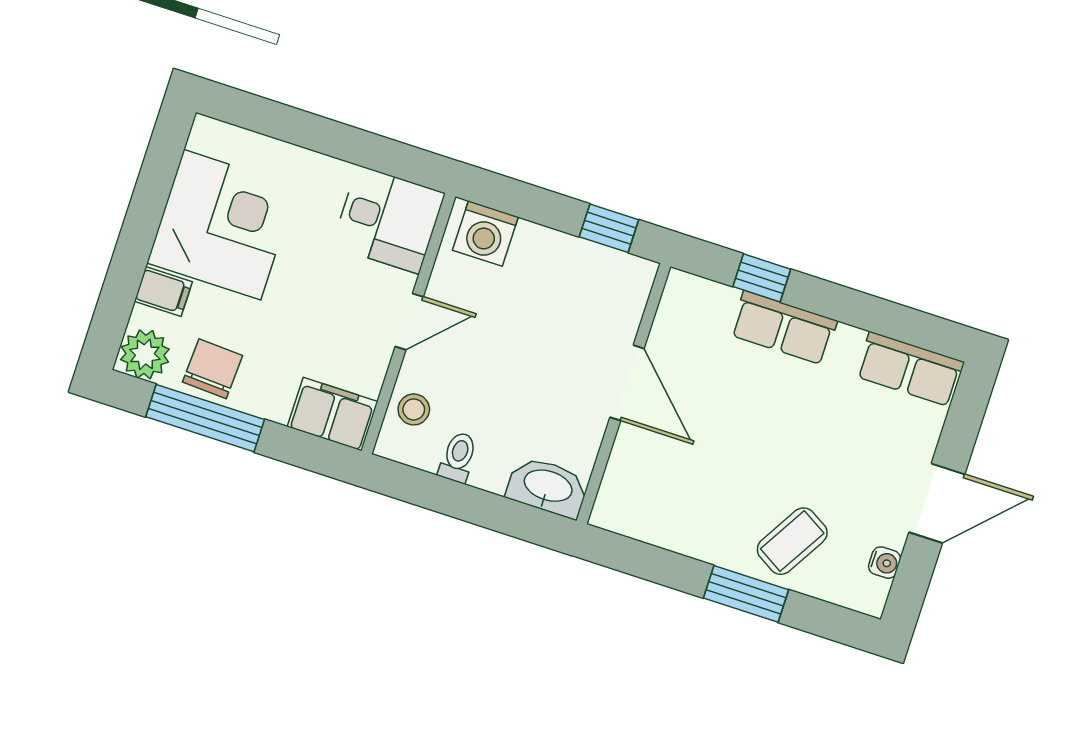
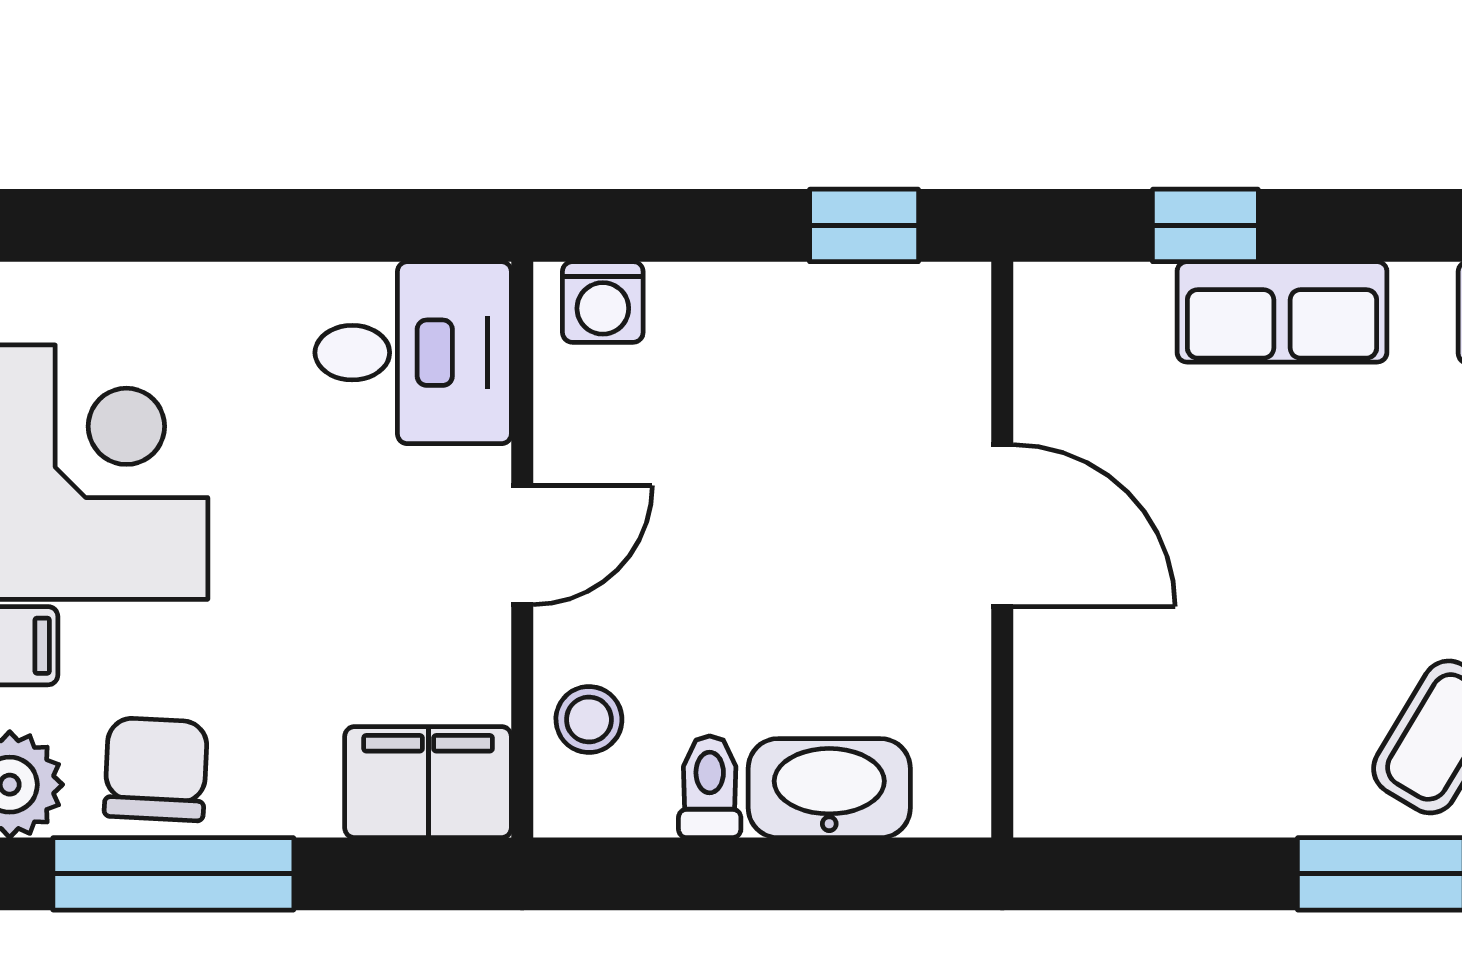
washing machine: (485, 234) -> (603, 302), width x0.73, depth x0.73
washbasin: (548, 487) -> (829, 788), moved

